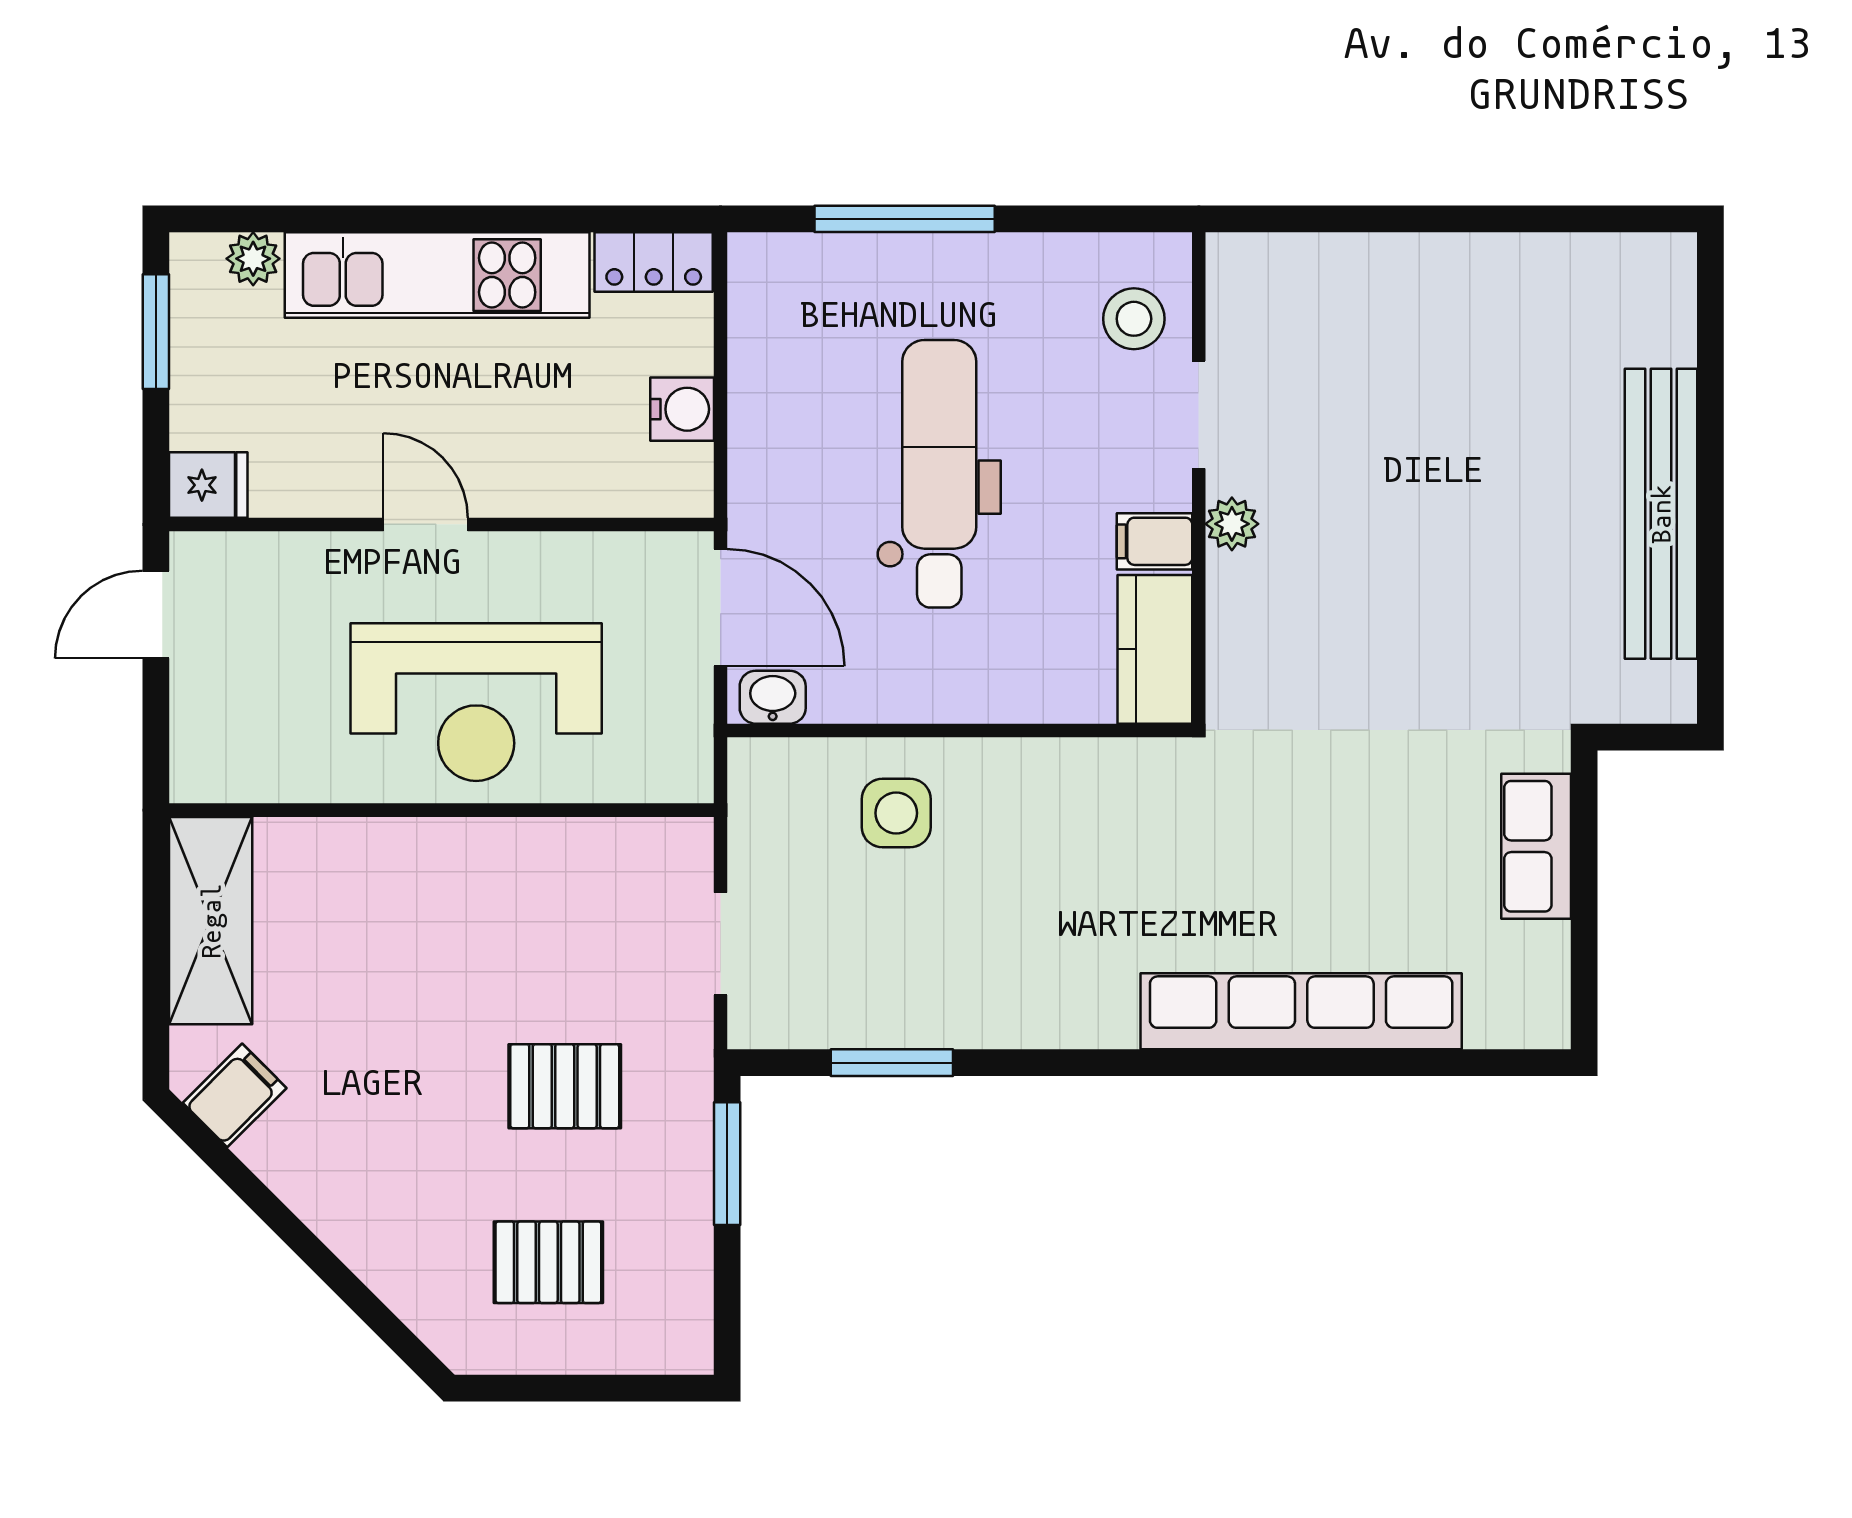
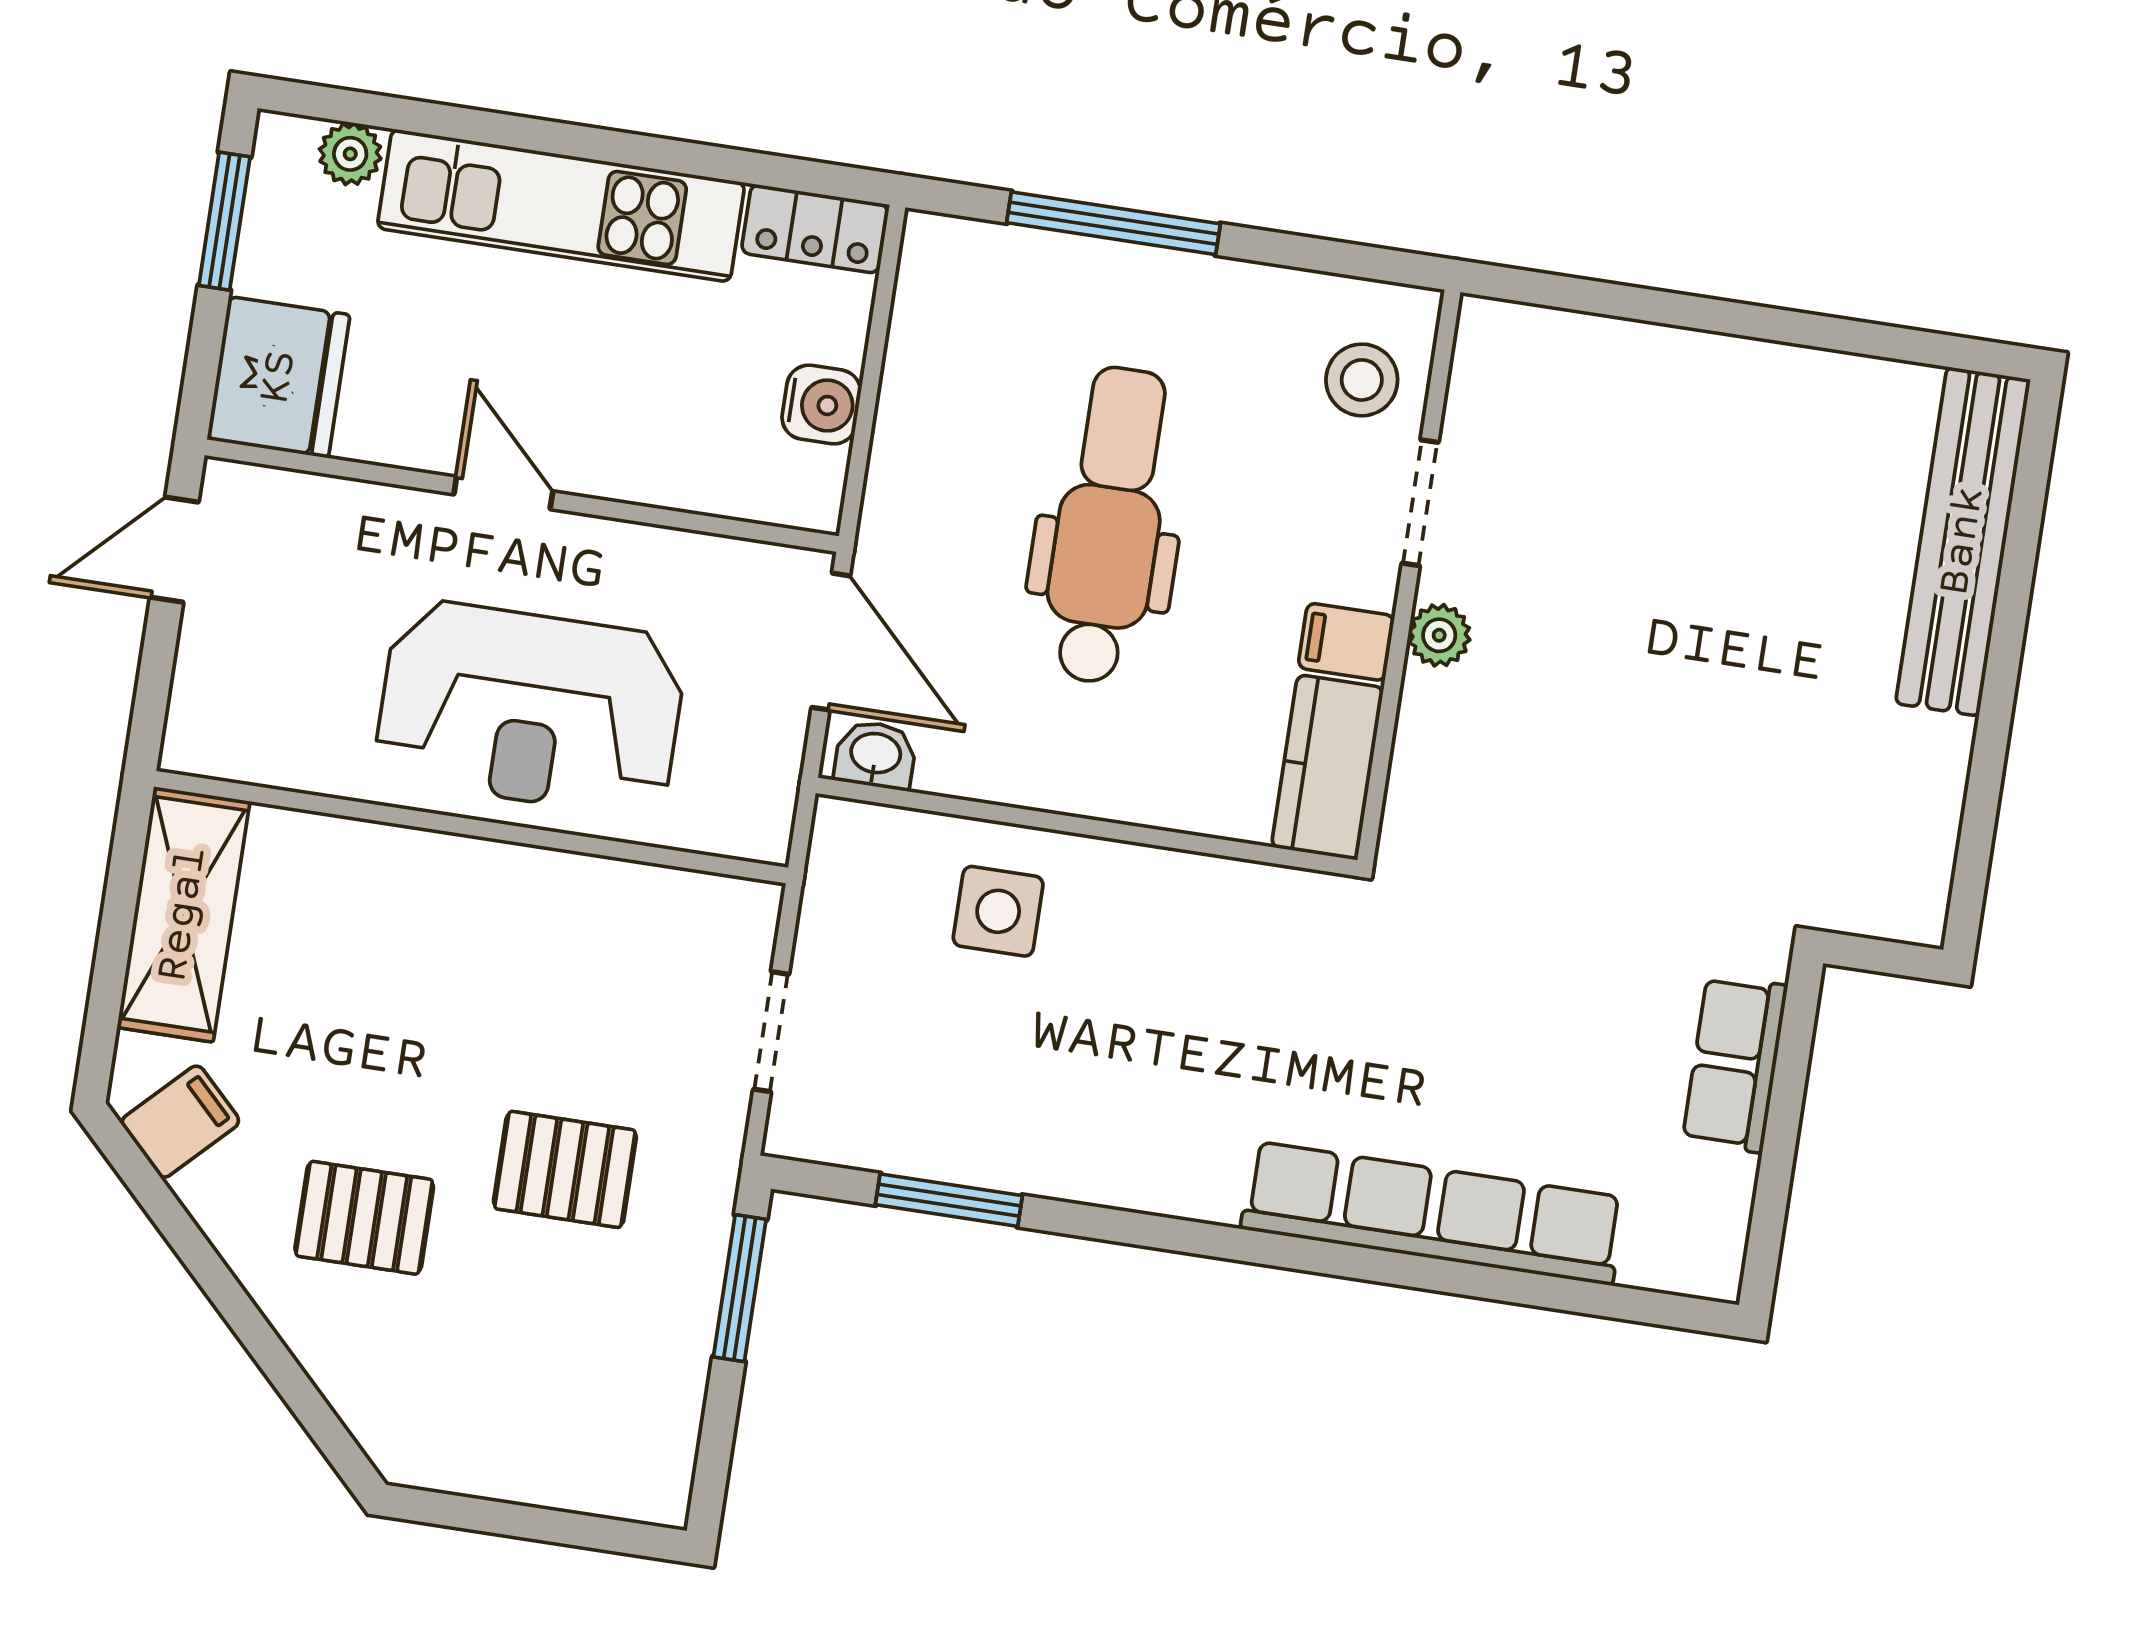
fridge: (208, 485) -> (279, 377), width x1.88, depth x1.34
bench: (1661, 514) -> (1963, 541), moved
pallet: (548, 1262) -> (364, 1218), moved

